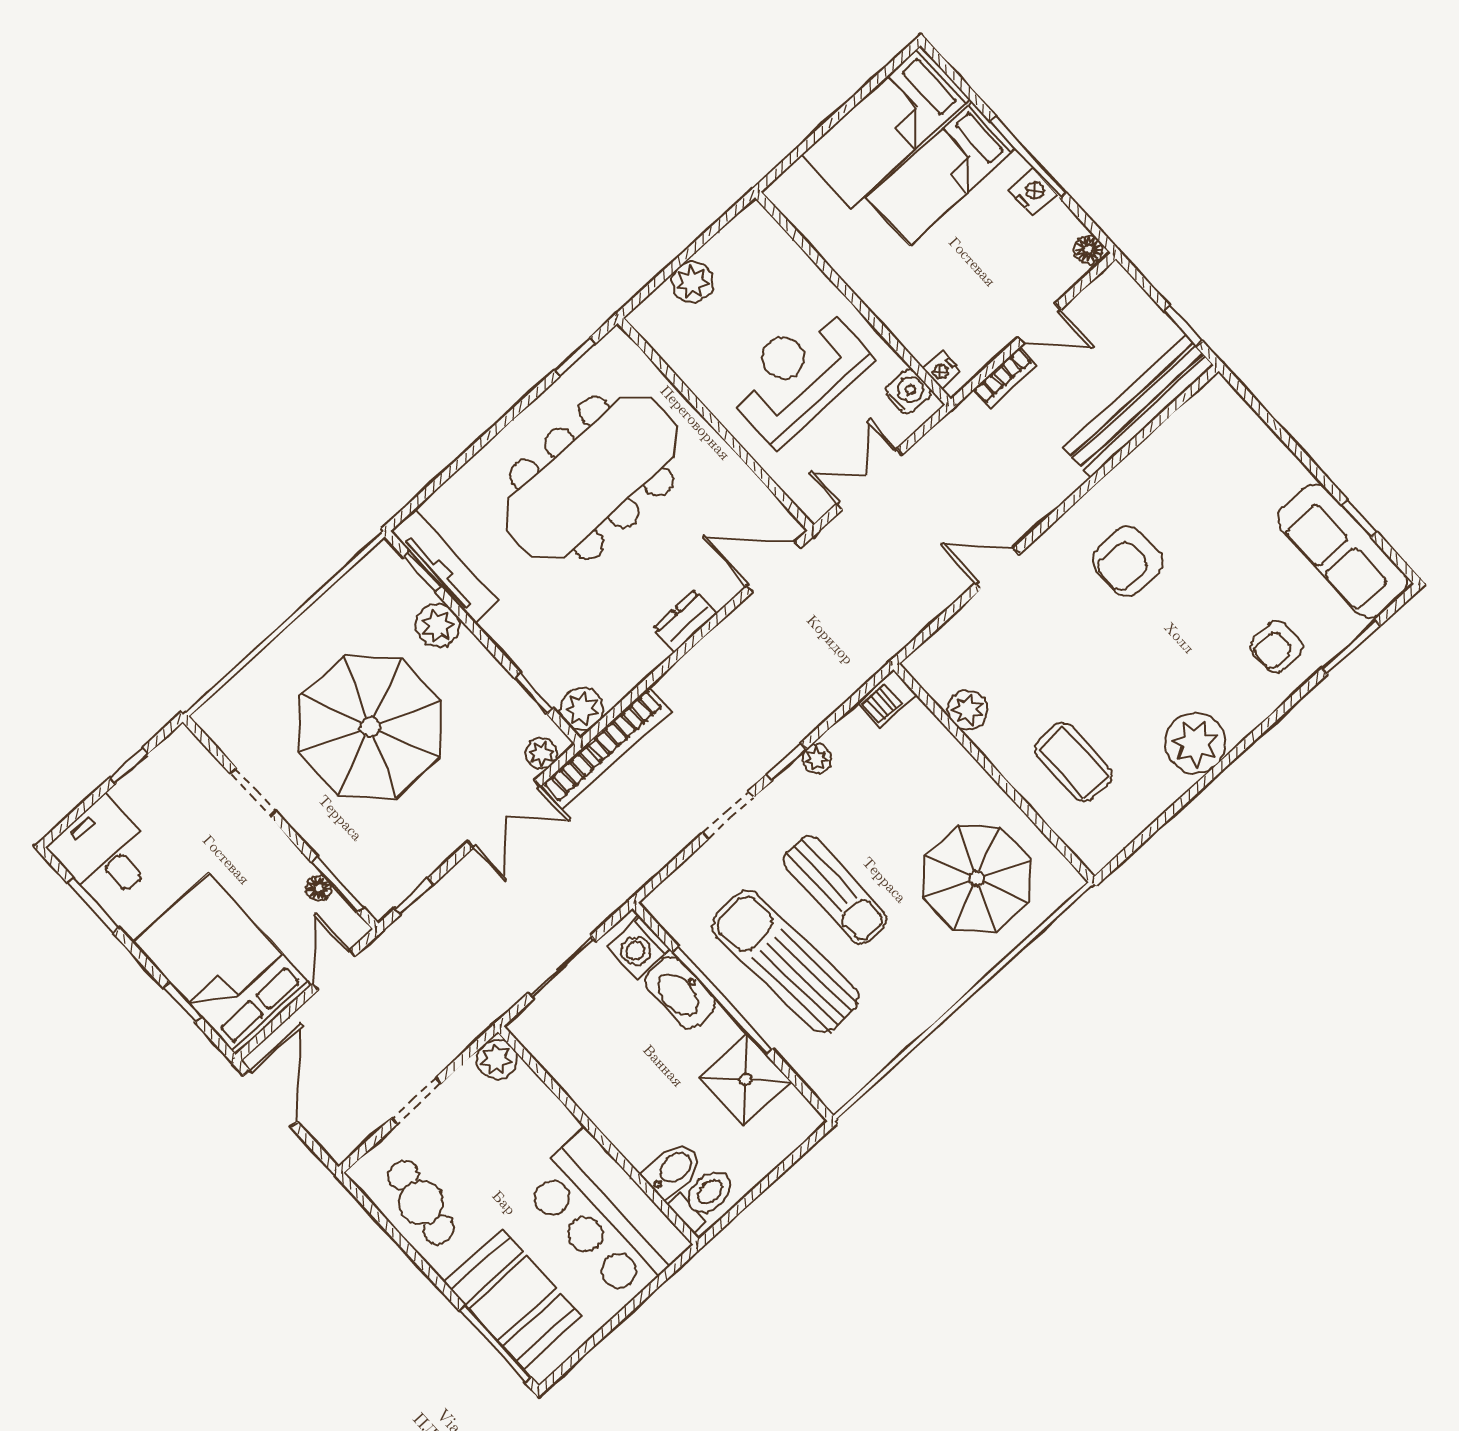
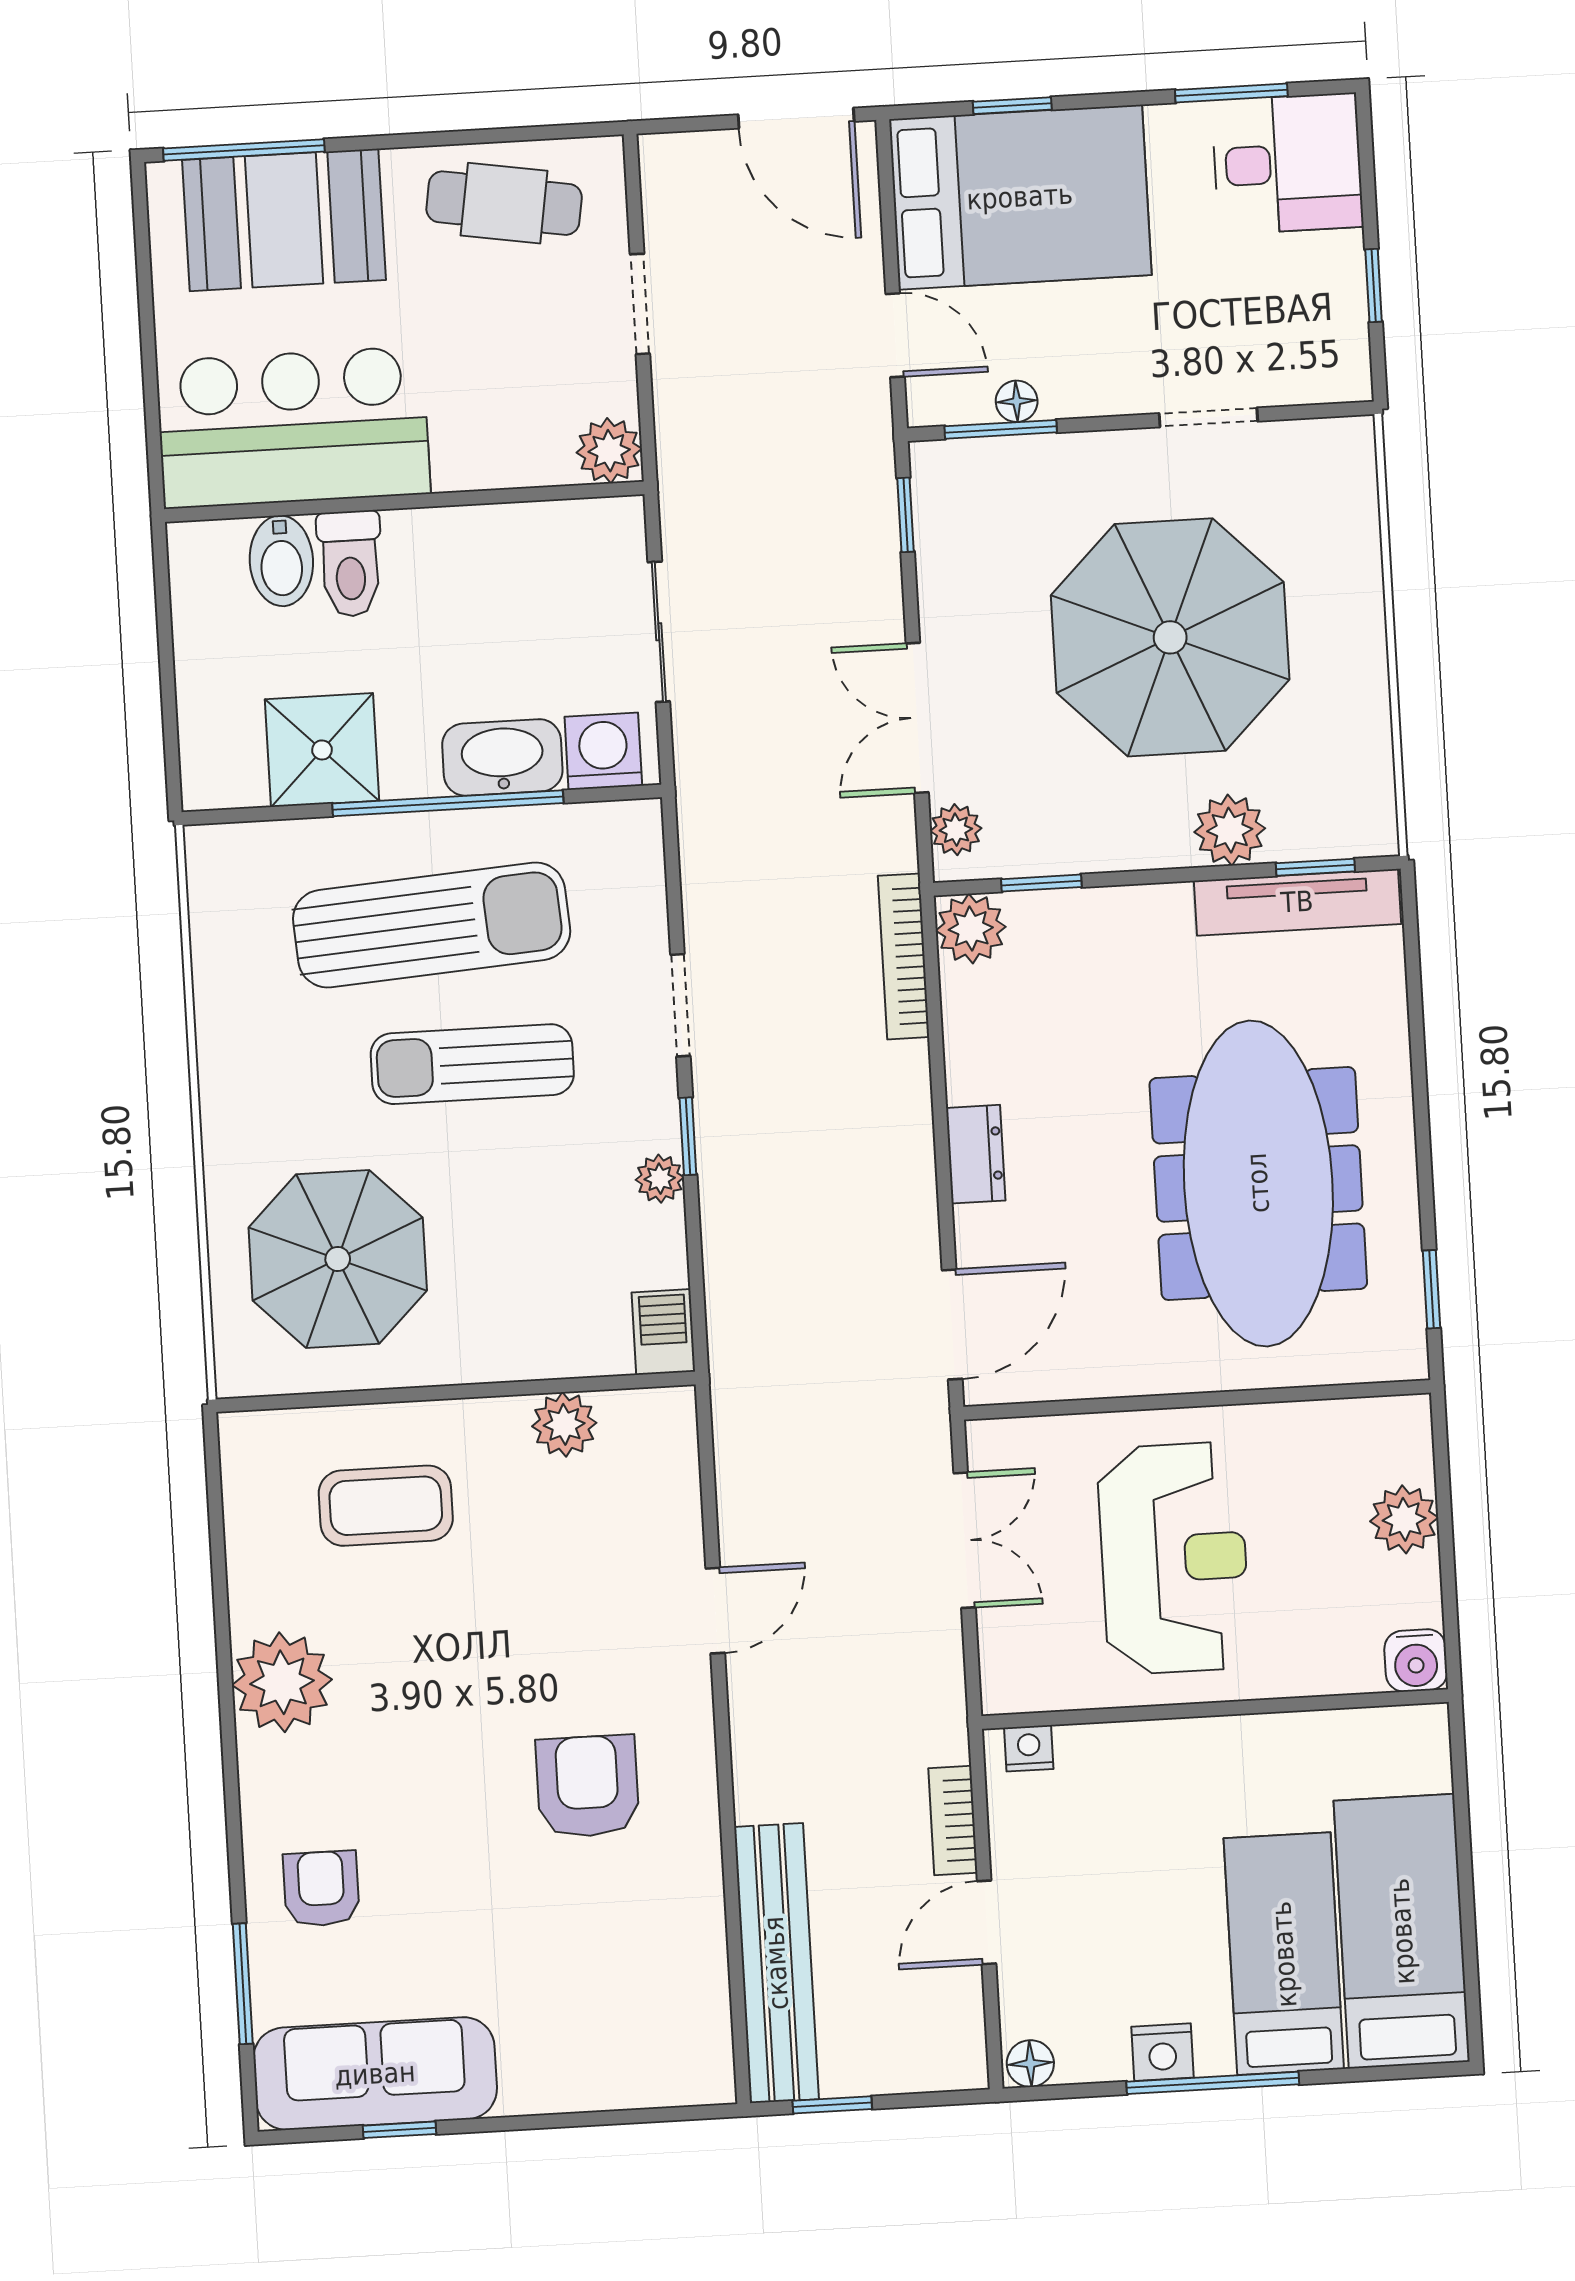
water cooler: (908, 391) -> (1416, 1660), moved
bookcase: (606, 749) -> (904, 956), width x0.68, depth x0.76
toilet: (703, 1198) -> (350, 564), moved

